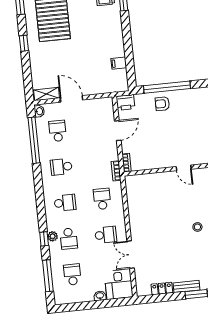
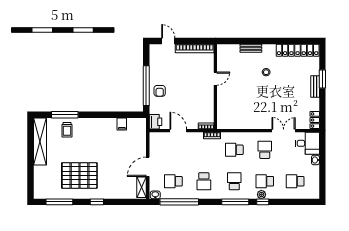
school desk: (69, 239) -> (265, 181), turned 180
double door: (131, 255) -> (284, 131), swing flipped
window: (48, 276) -> (235, 202), moved
locker: (162, 288) -> (315, 120), moved

